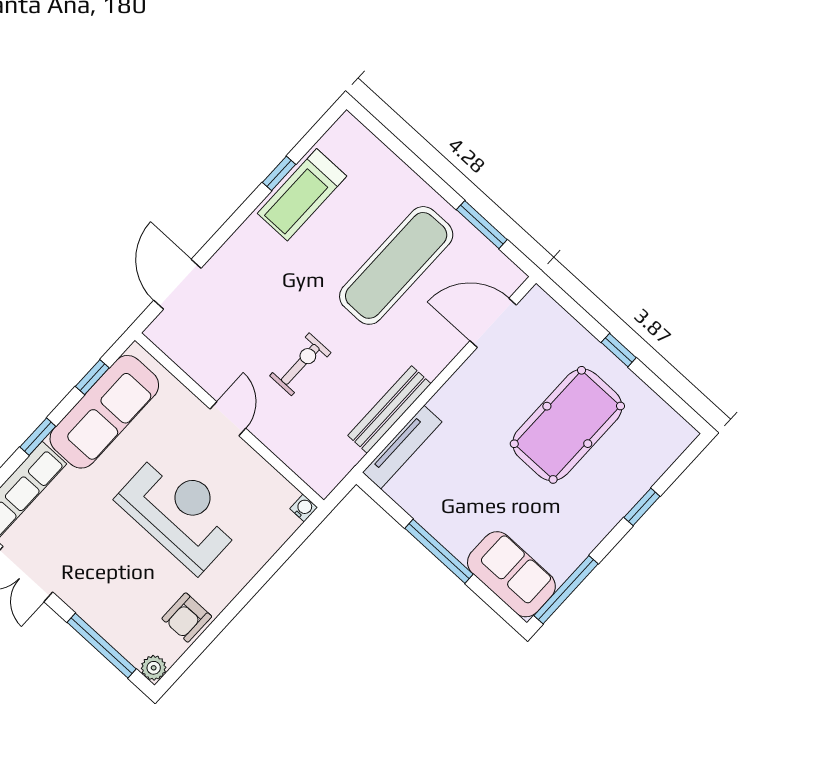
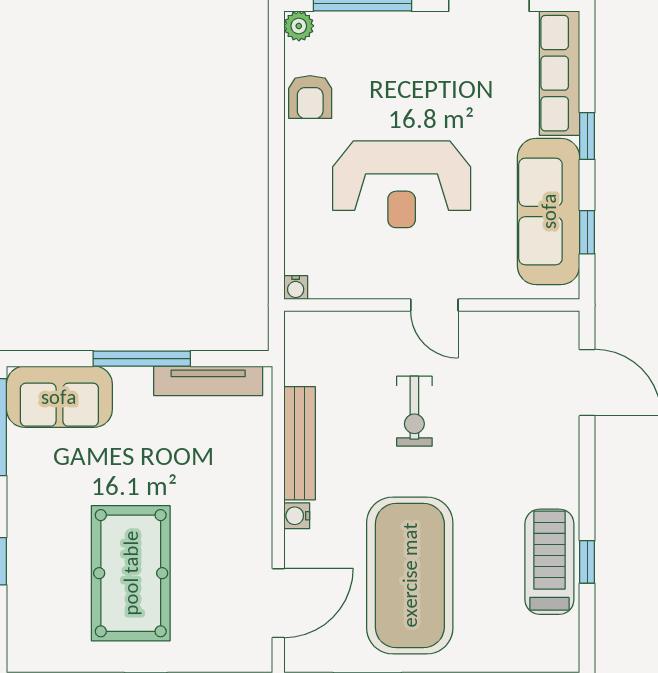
exercise mat: (396, 265) -> (410, 575), width x1.47
water cooler: (432, 366) -> (297, 516), added
tv unit: (402, 447) -> (208, 381), moved, turned -90
armchair: (187, 617) -> (310, 97), turned 180

